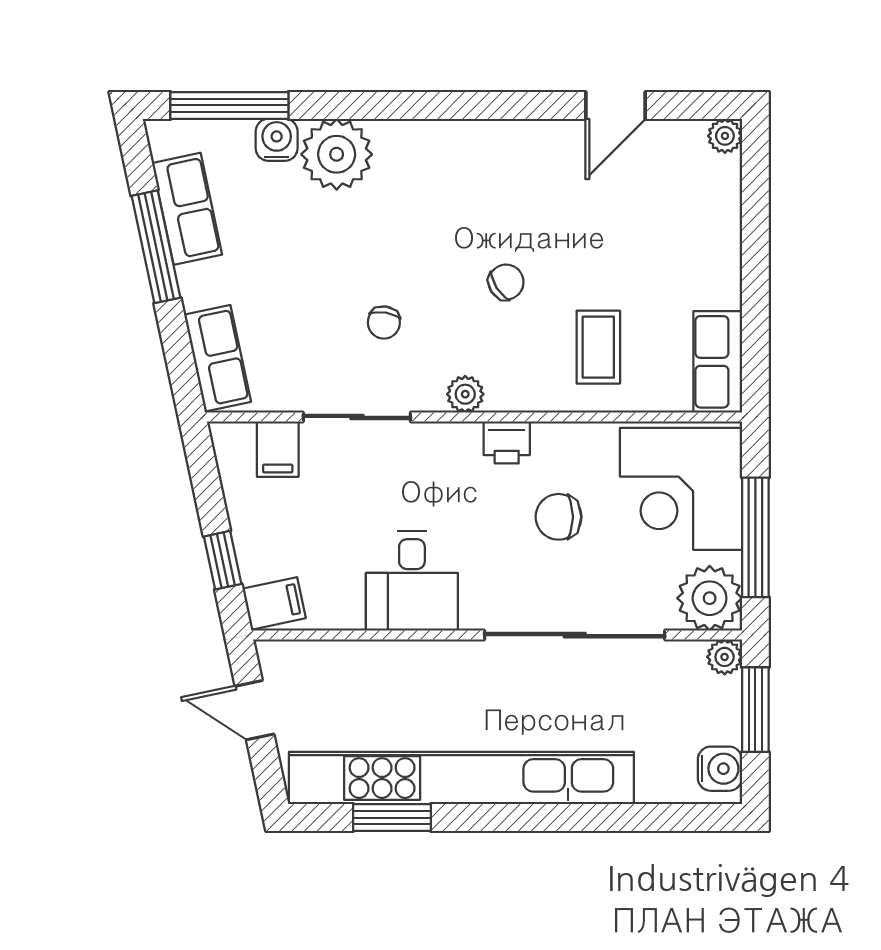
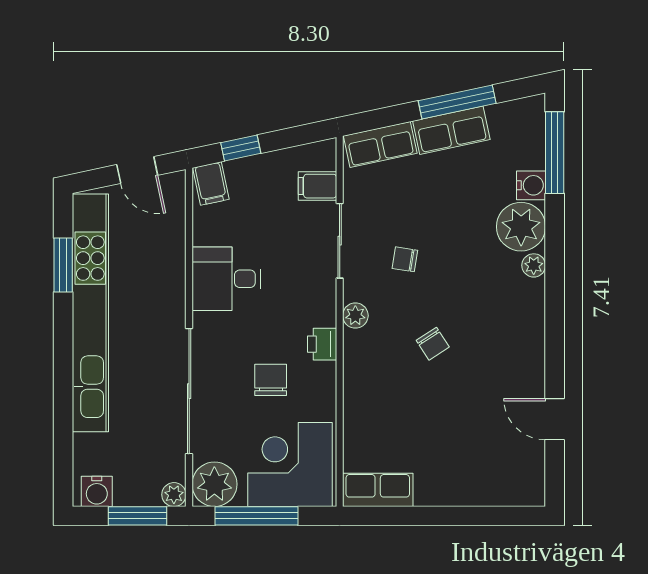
plant: (725, 136) -> (534, 265), moved
row of seats: (187, 209) -> (451, 130), moved
coffee table: (598, 347) -> (388, 407), removed
door: (254, 710) -> (137, 170), swing flipped

